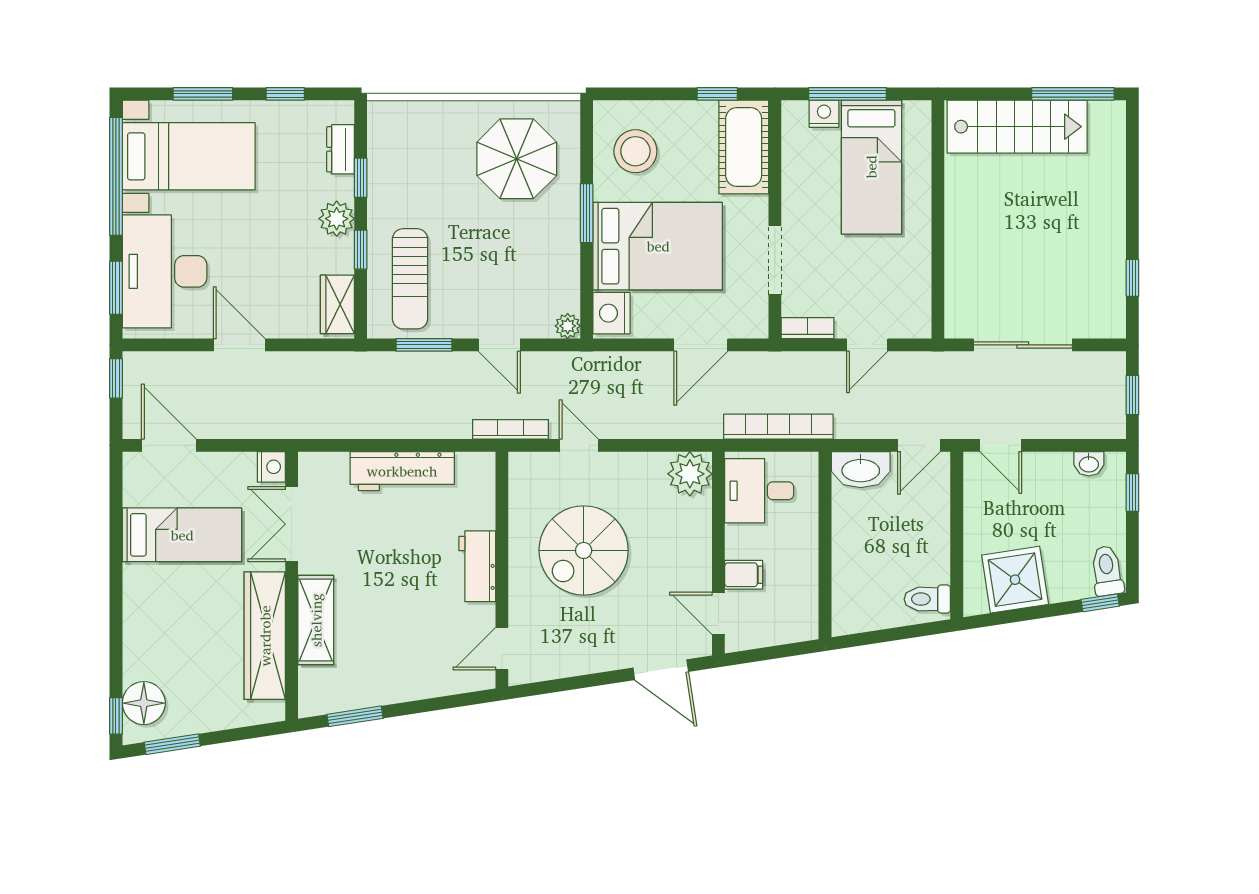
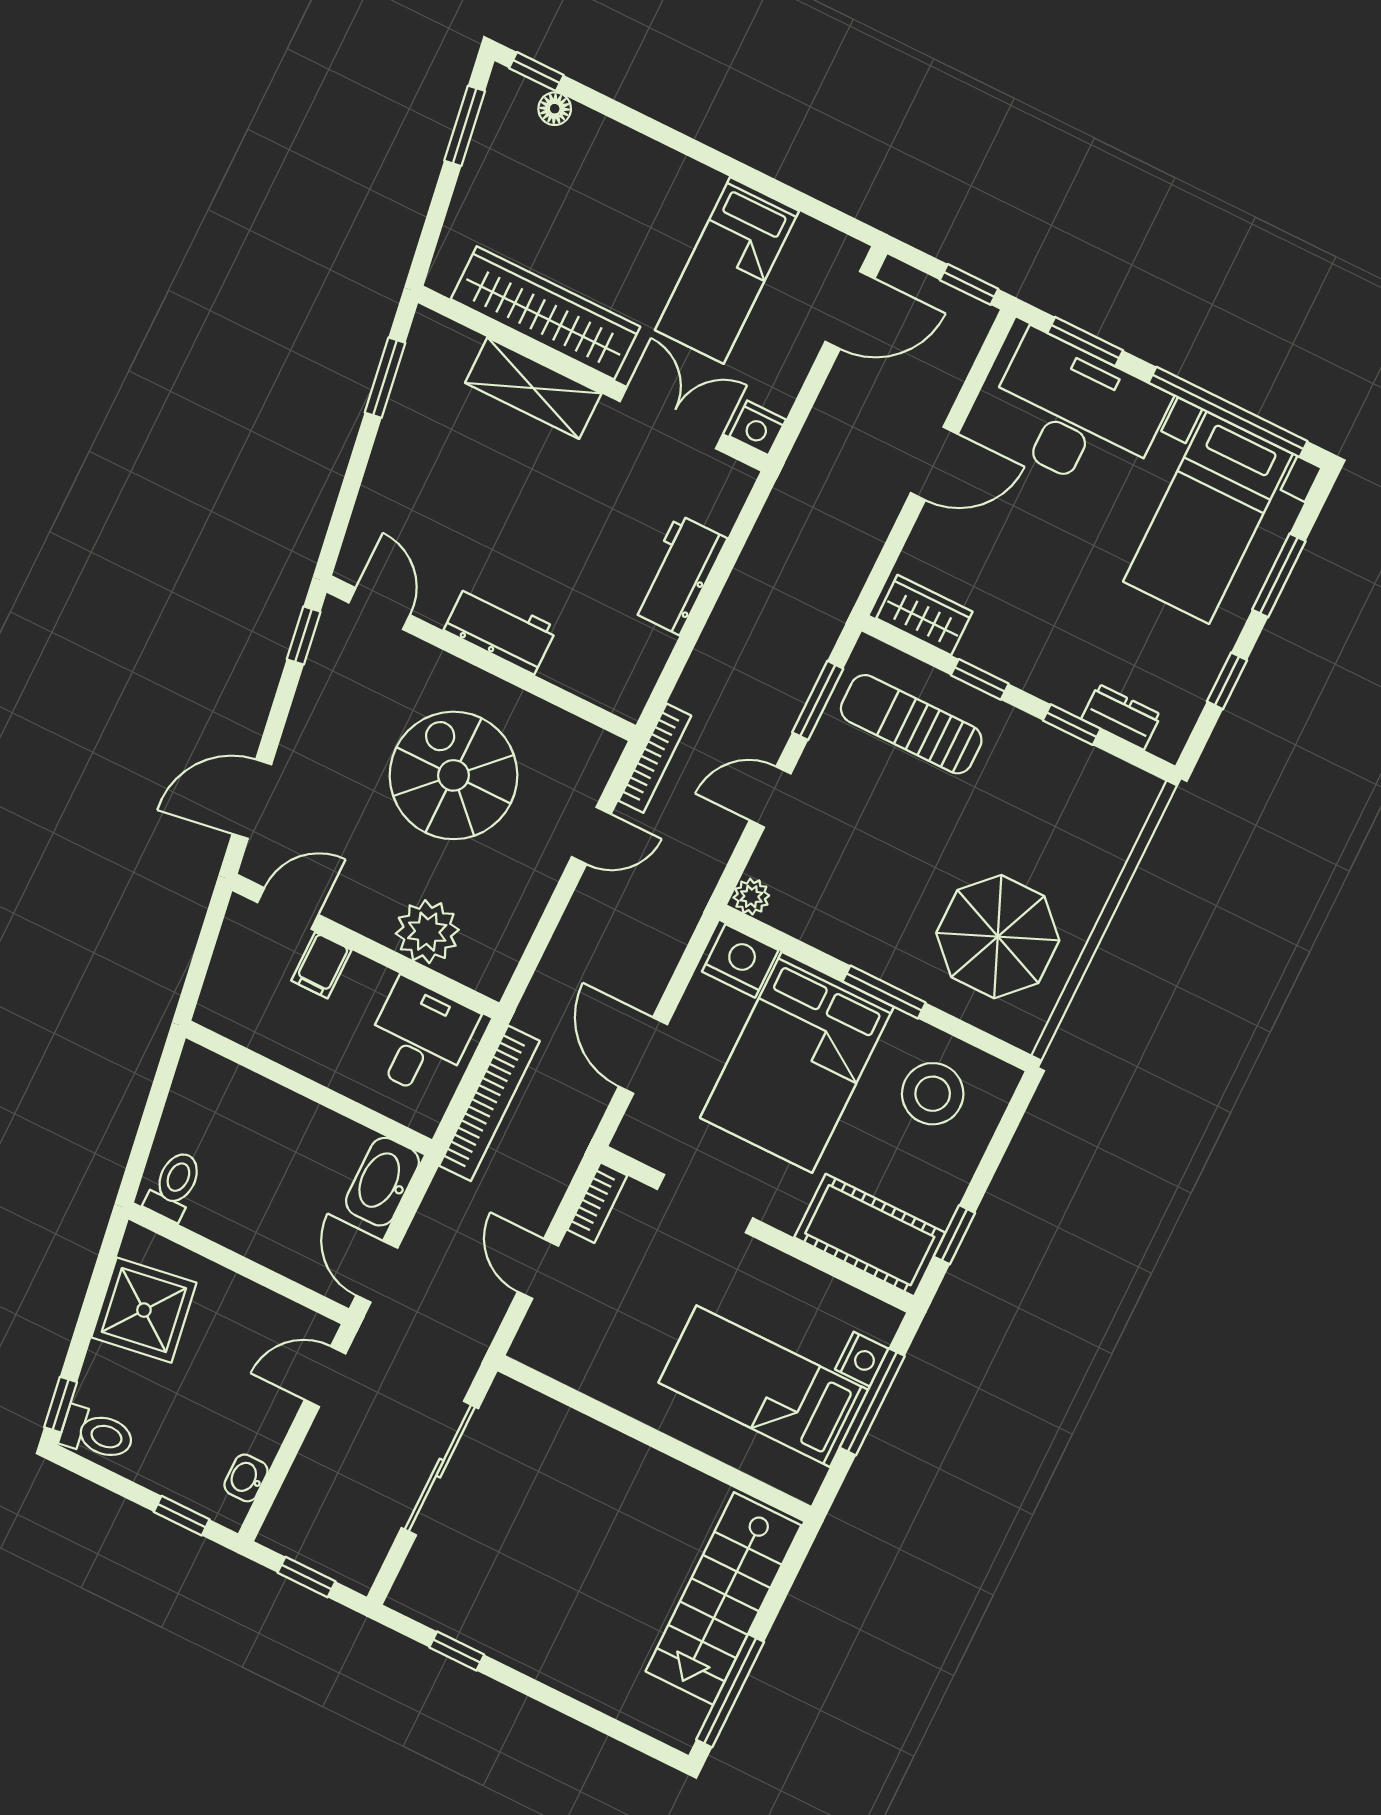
plant: (337, 219) -> (1035, 668), removed
workbench: (402, 471) -> (679, 575), width x0.73
plant: (690, 474) -> (427, 932), moved
window: (542, 688) -> (304, 635), added
floor lamp: (144, 703) -> (555, 109), width x0.53, depth x0.53

